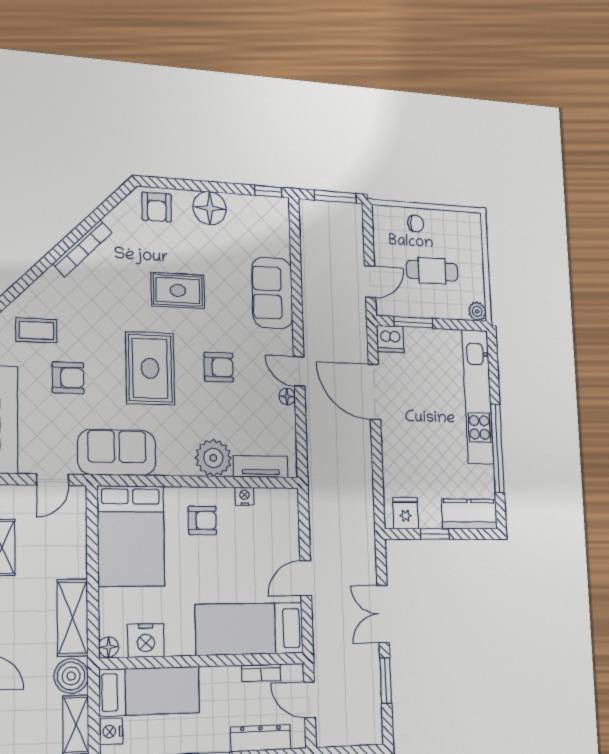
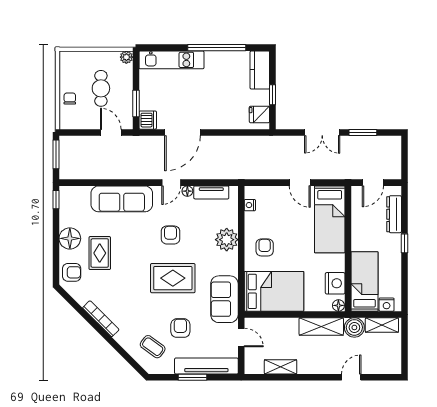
rug: (178, 290) -> (100, 253), moved
sofa: (272, 293) -> (122, 199), width x1.36
coffee table: (36, 330) -> (153, 347), turned -54
kitchen unit: (478, 397) -> (171, 60), width x0.73
tv unit: (261, 466) -> (211, 192), moved, turned -90
nightstand: (245, 496) -> (250, 205), moved
bookcase: (261, 673) -> (356, 213), removed

